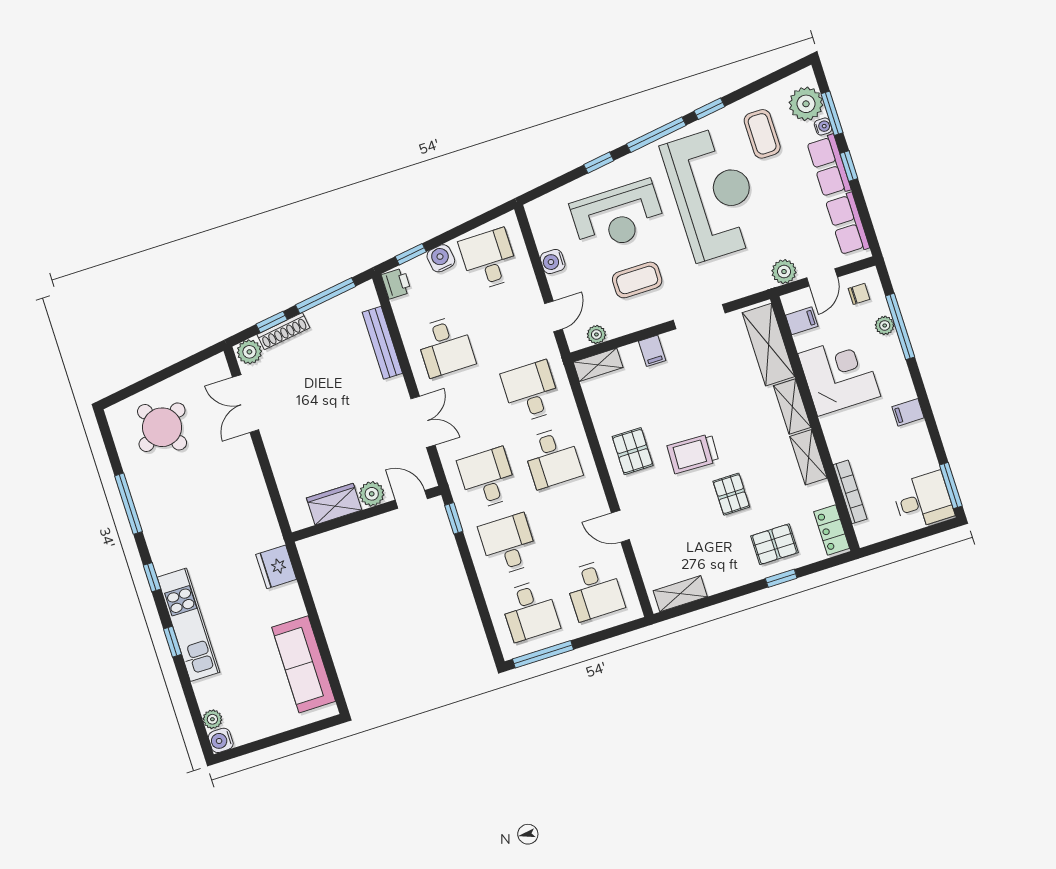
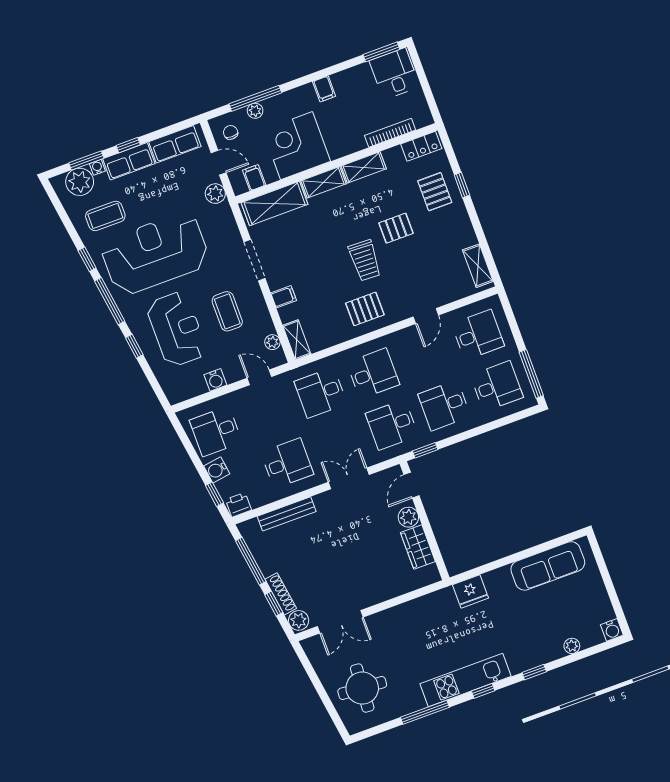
round table: (162, 427) -> (362, 688), turned 34
kitchen unit: (188, 625) -> (465, 680), moved
plant: (212, 719) -> (572, 646), moved

